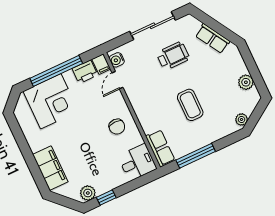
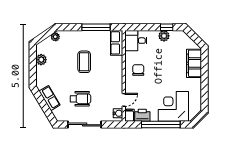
wheelchair: (173, 56) -> (80, 99), turned 180
plant: (88, 193) -> (164, 36), moved

